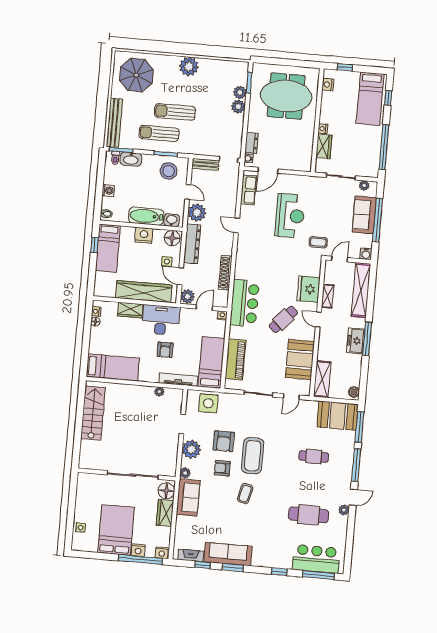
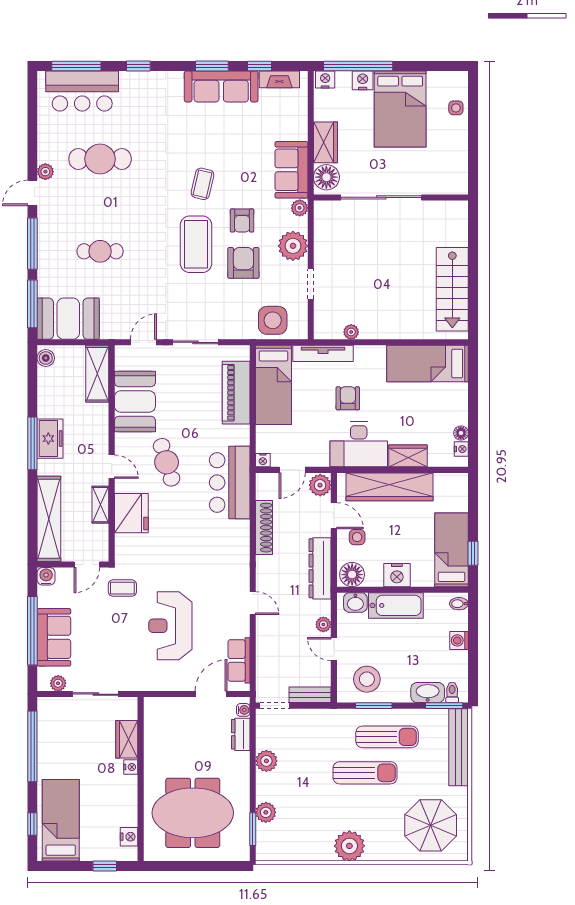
plant: (238, 107) -> (266, 761), moved
plant: (197, 213) -> (323, 624), width x0.53, depth x0.53
cafe table: (283, 319) -> (167, 462), turned -60
armchair: (222, 468) -> (242, 220), turned 90

